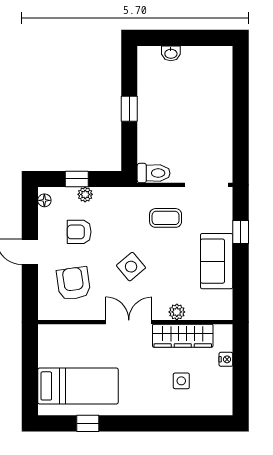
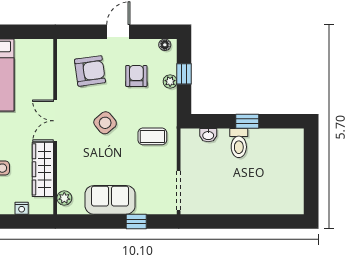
washbasin: (171, 53) -> (208, 135), moved, turned -90
toilet: (154, 173) -> (239, 143), moved
coffee table: (166, 218) -> (152, 136), moved, turned 90
plant: (177, 312) -> (64, 198), moved
double door: (129, 322) -> (55, 121), swing flipped

